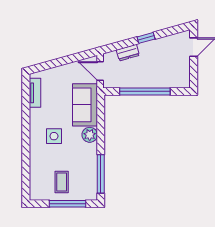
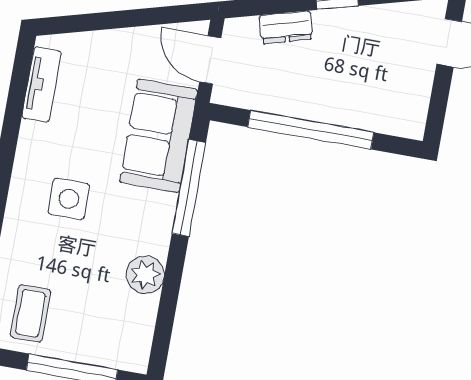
plant: (90, 135) -> (145, 275), moved
window: (101, 174) -> (189, 188), moved
coffee table: (62, 182) -> (30, 313), moved

